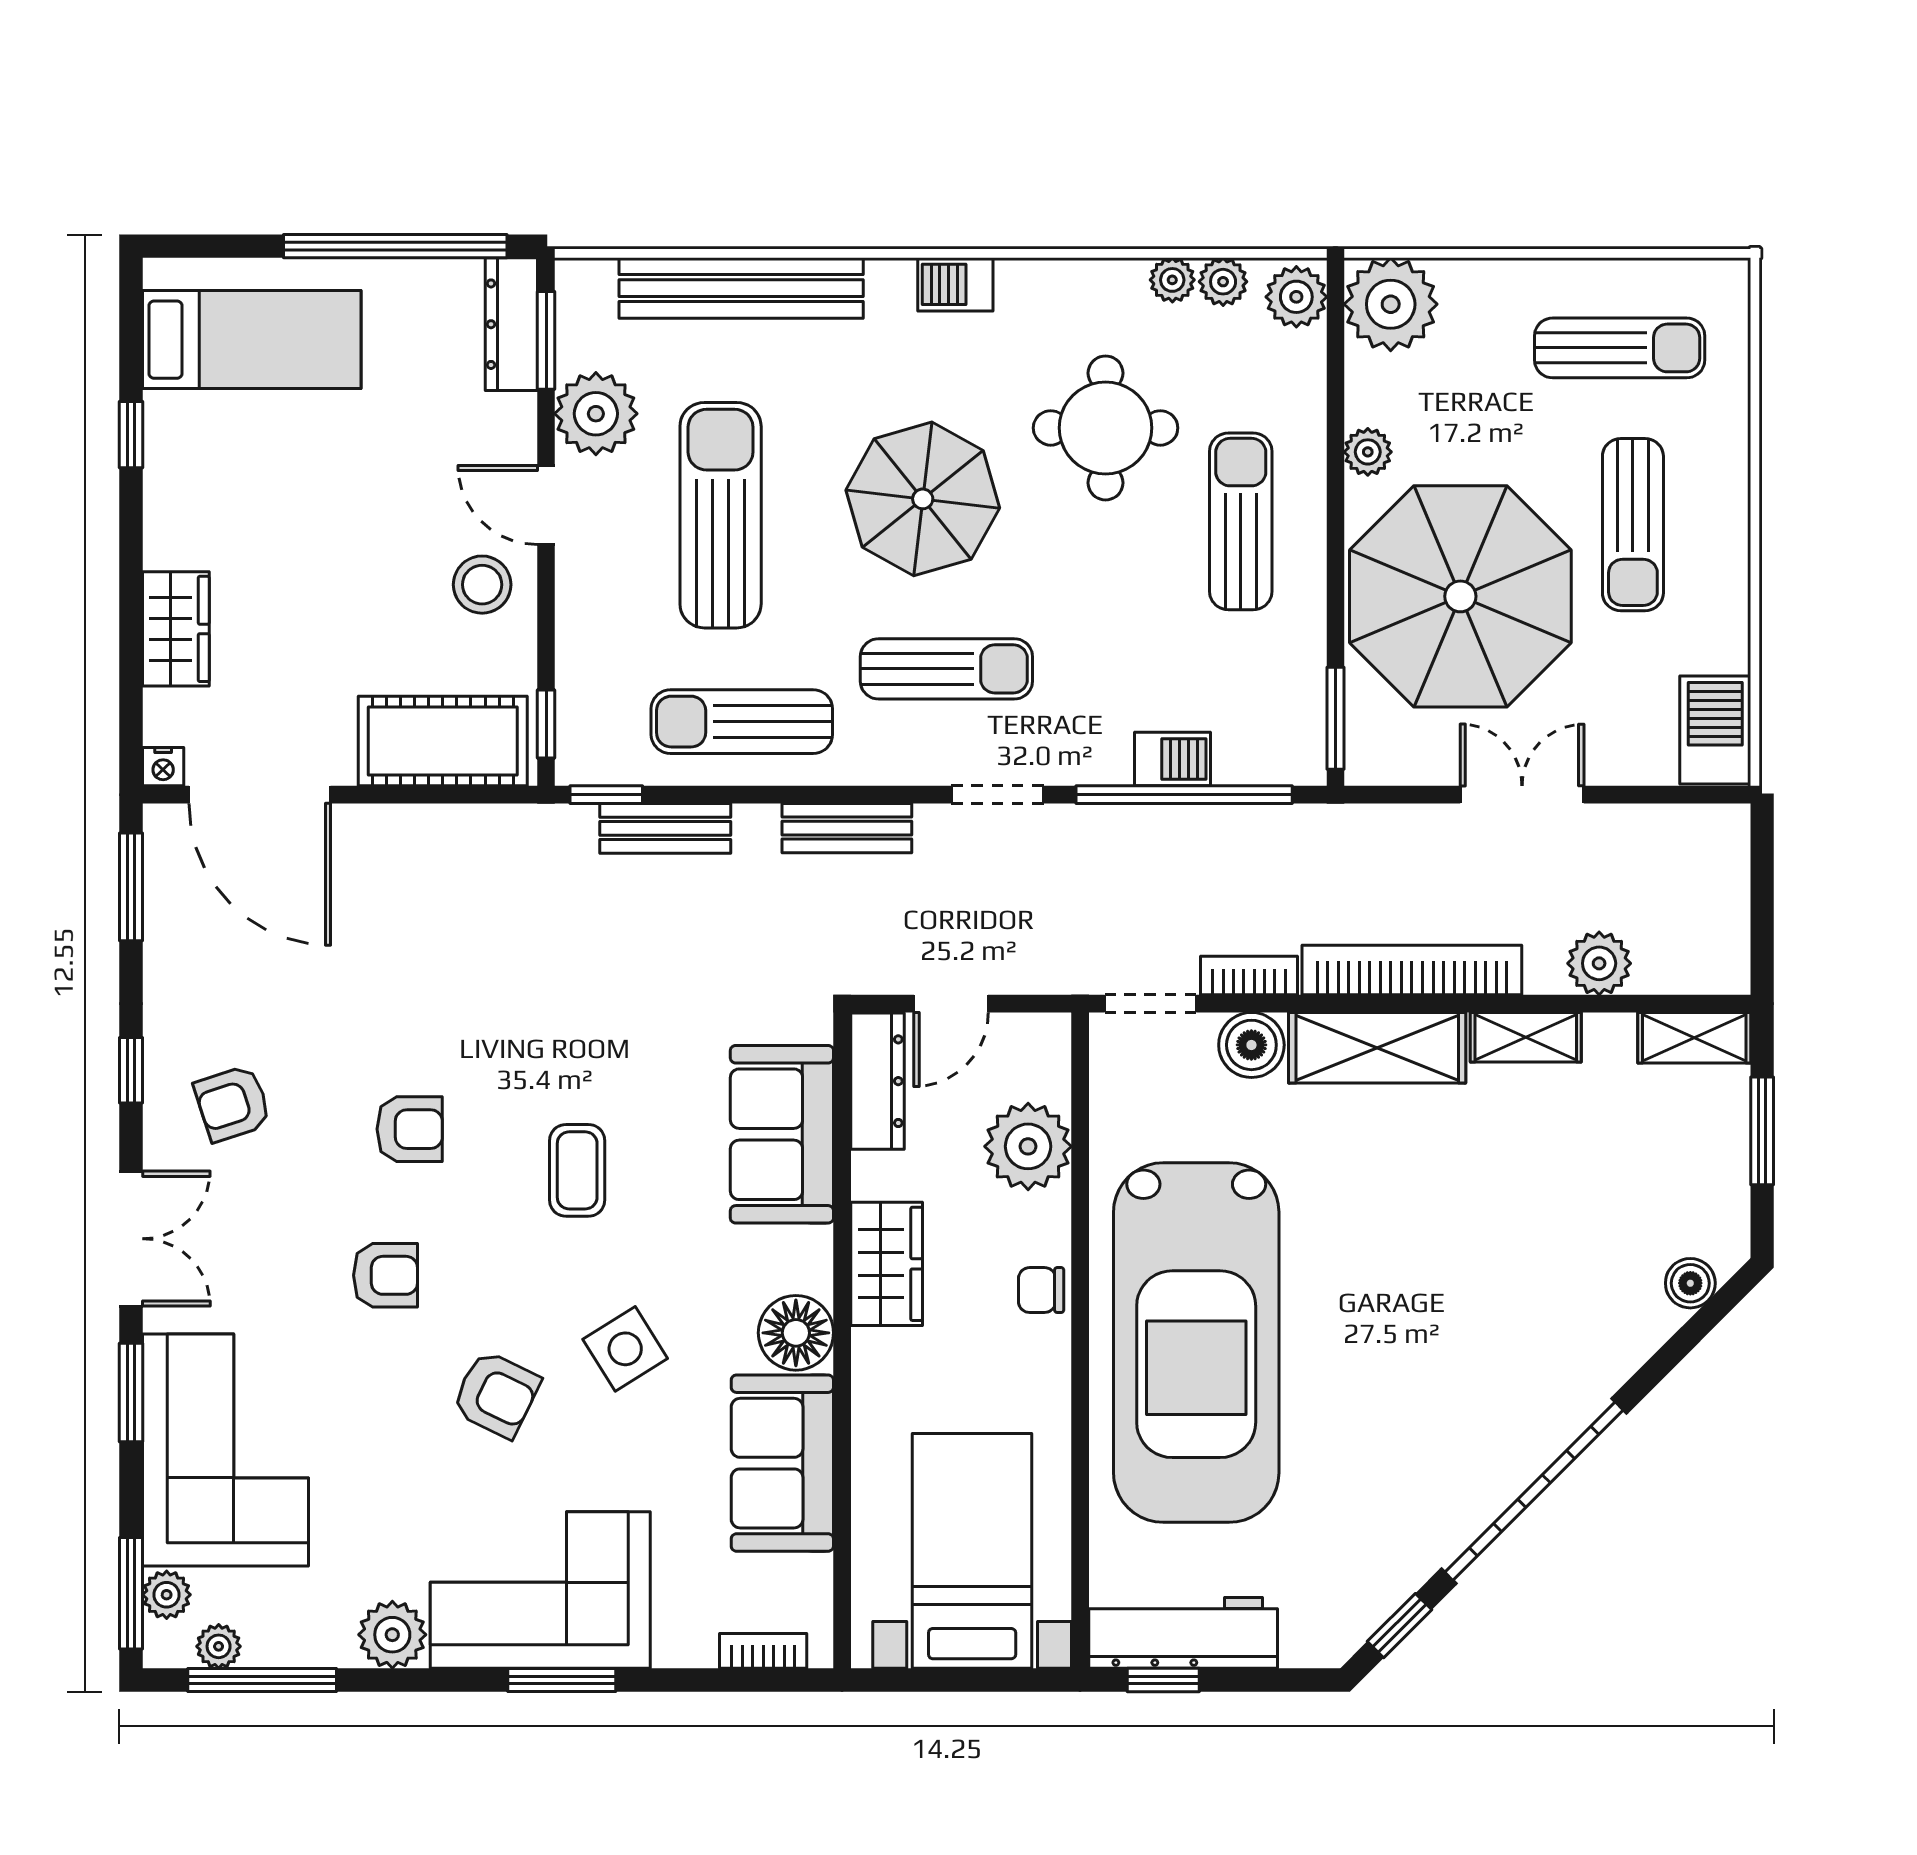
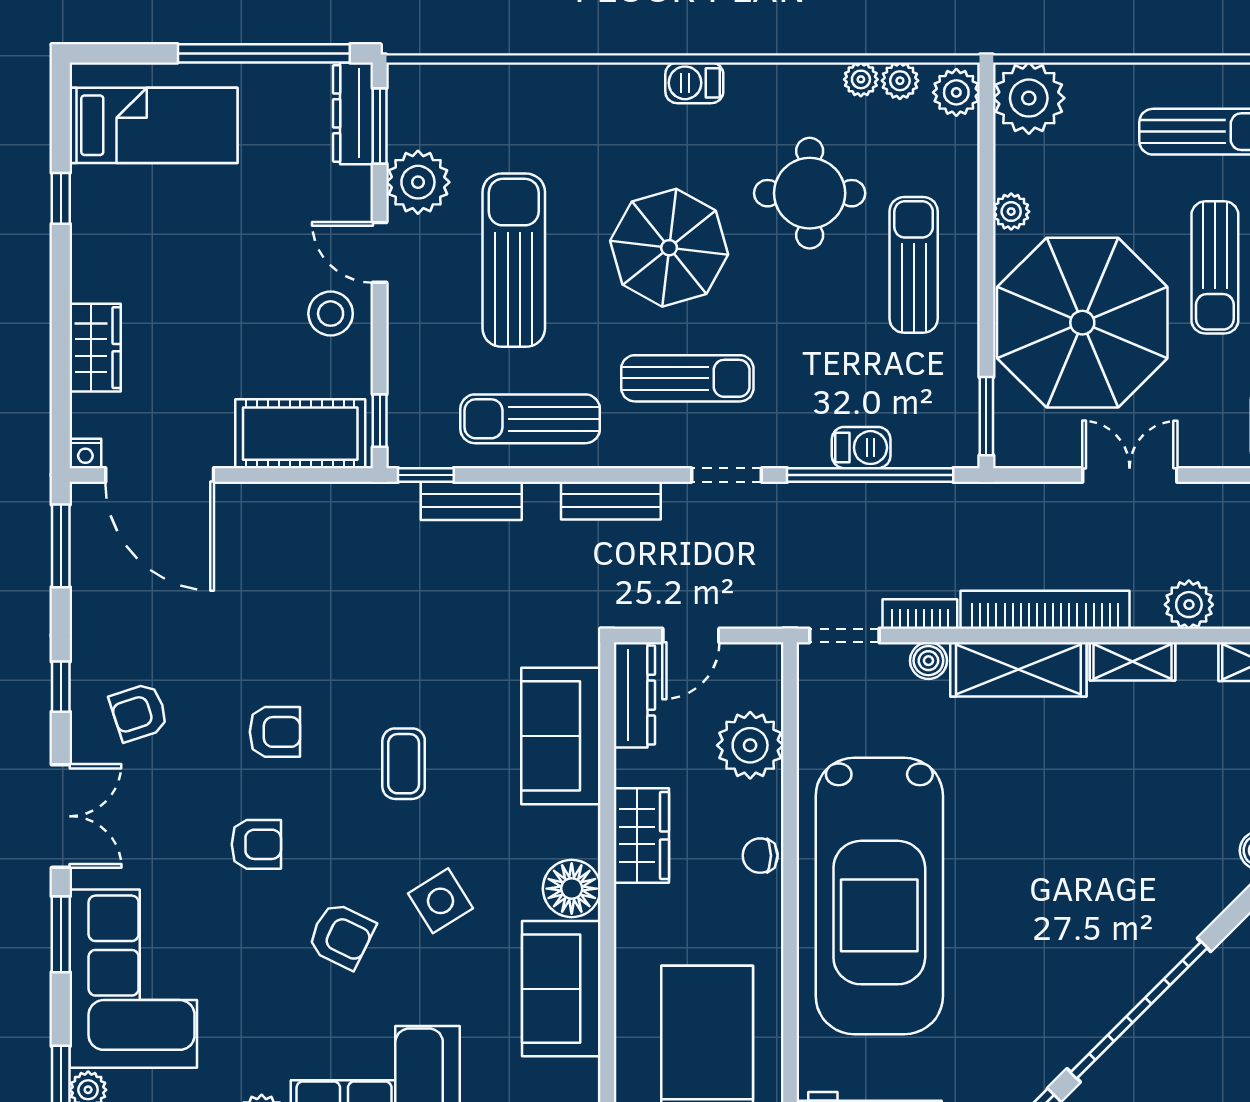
bench: (741, 288) -> (530, 86), removed
boiler: (1251, 1045) -> (928, 661), width x0.73, depth x0.73

